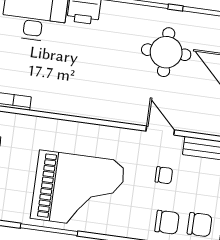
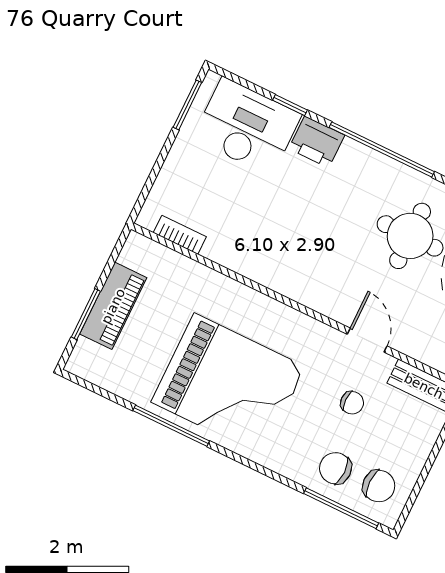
chair: (167, 222) -> (335, 468), turned 180

